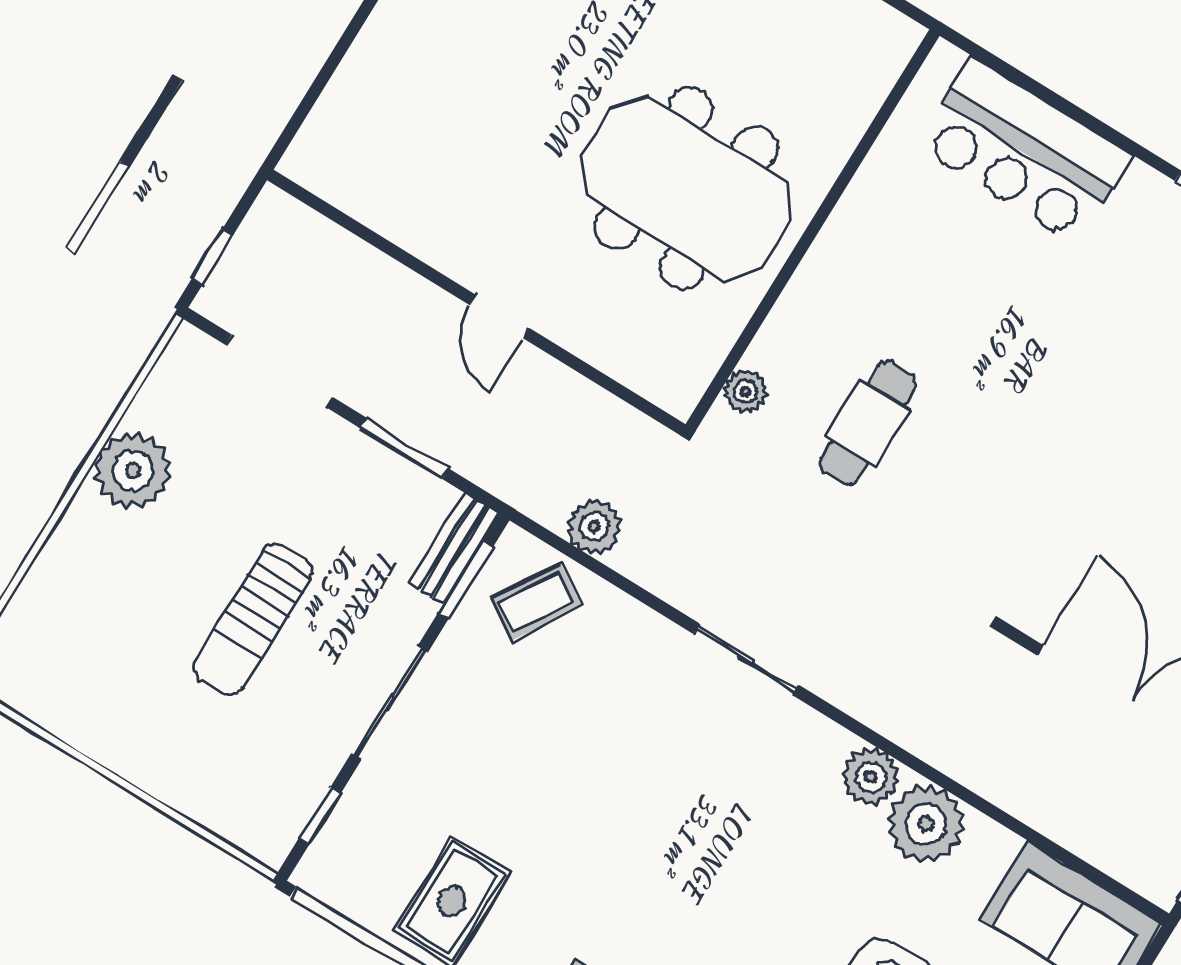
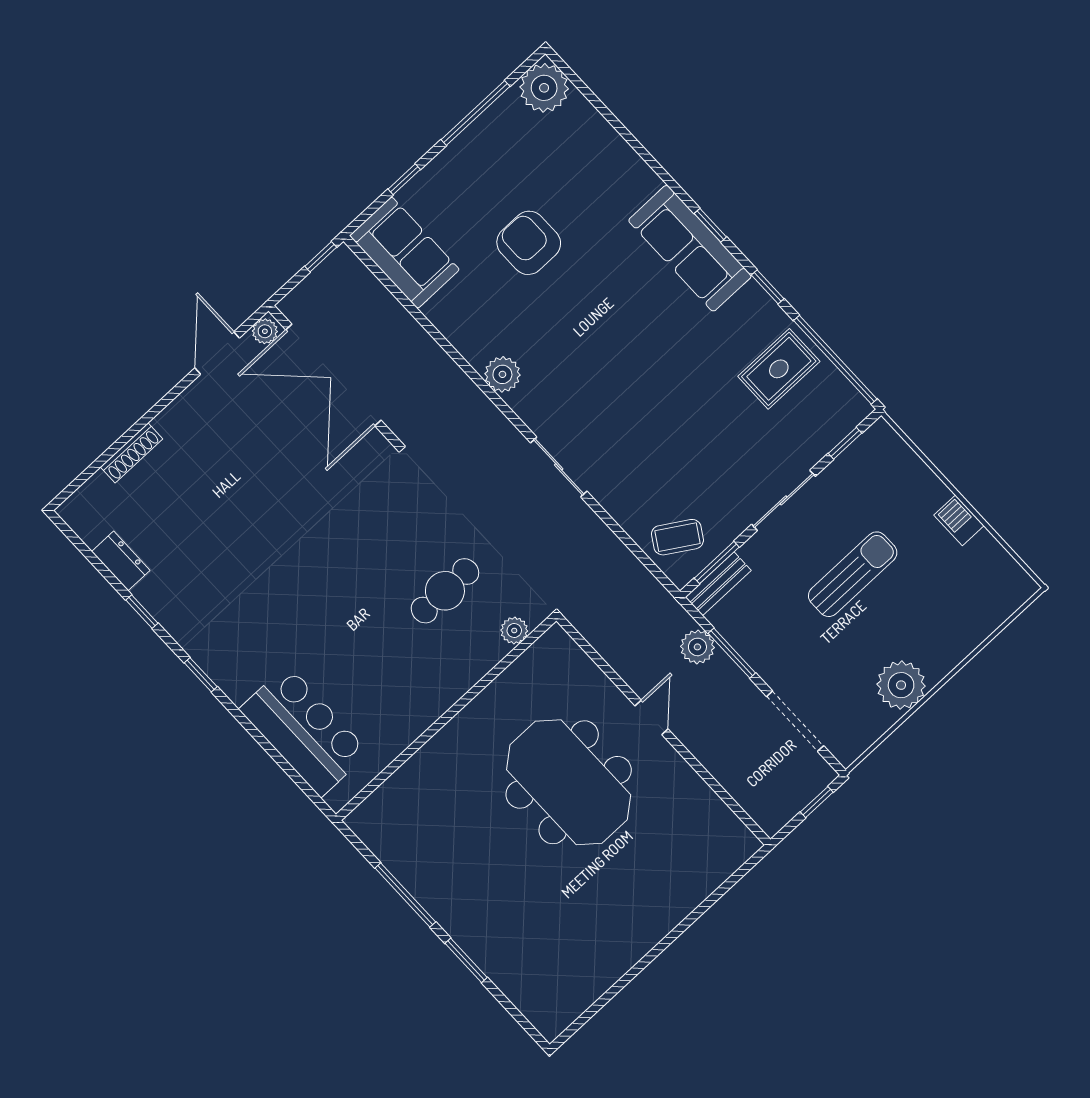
meeting table: (686, 188) -> (569, 782), moved
plant: (594, 527) -> (697, 647), moved
barbecue: (114, 746) -> (959, 520), added
plant: (926, 824) -> (477, 337), removed

